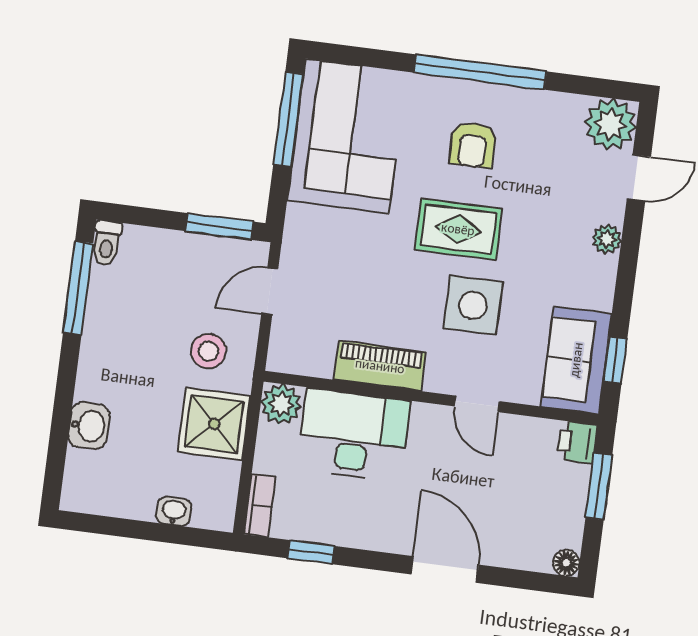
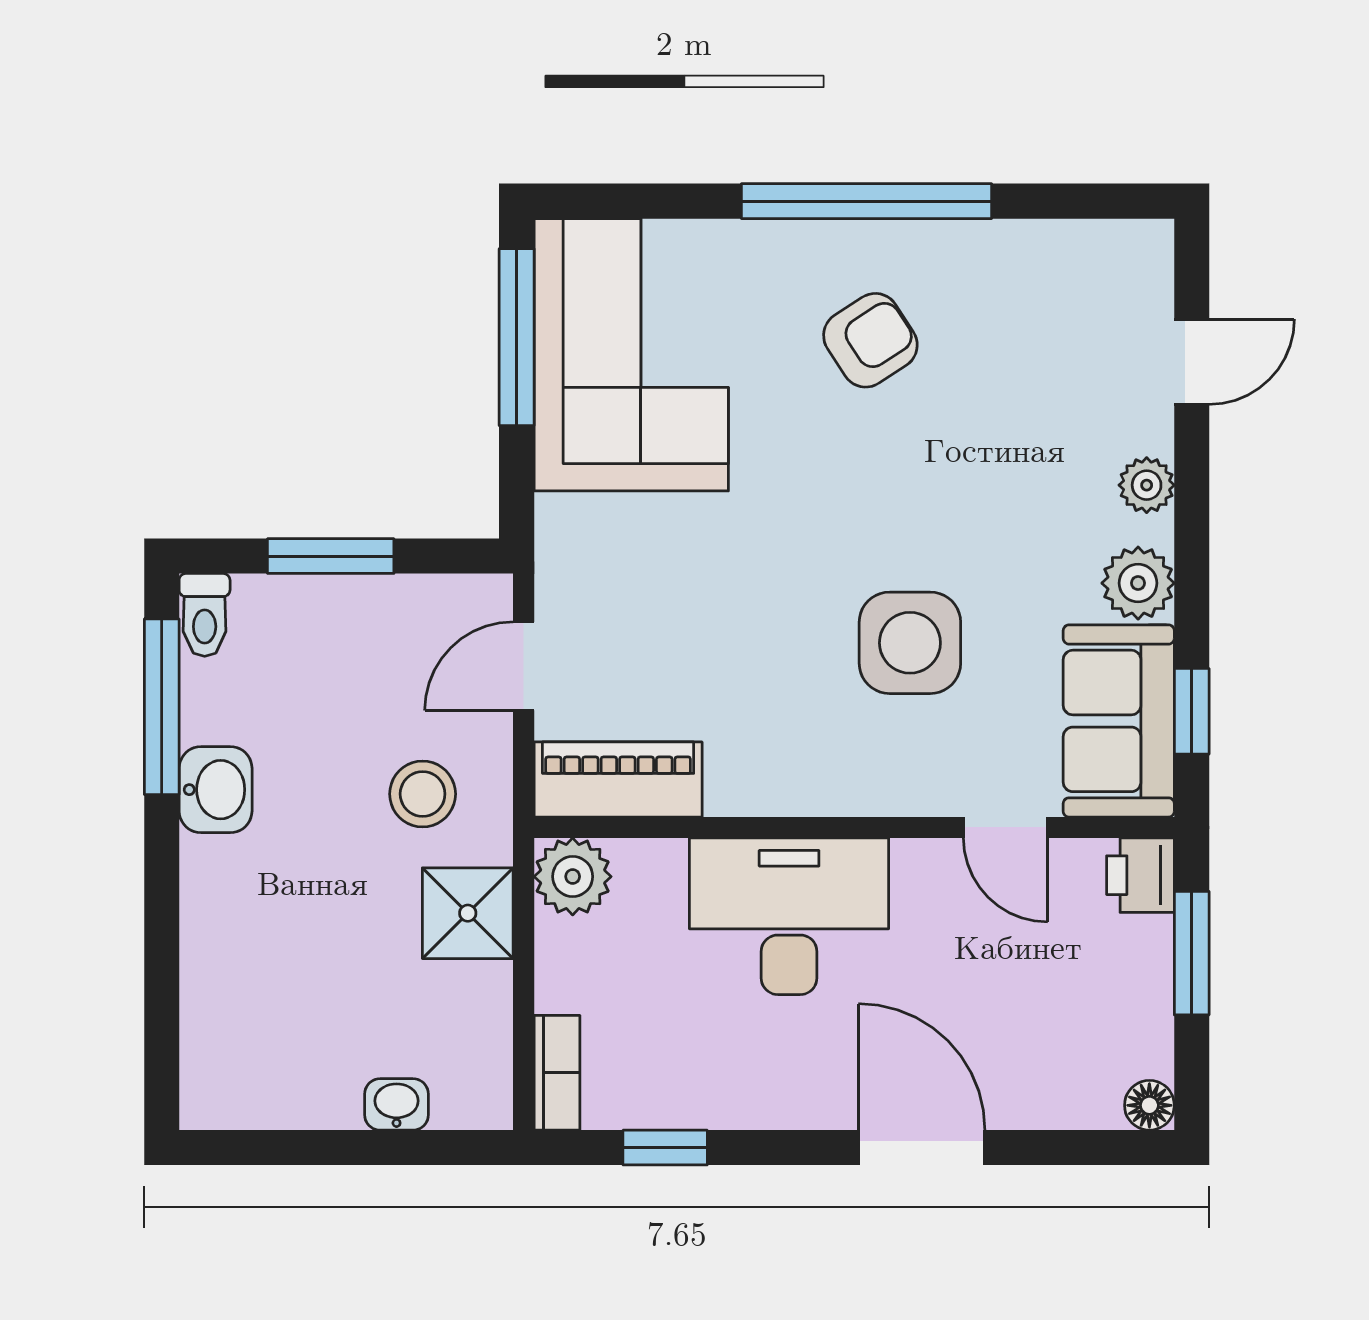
plant: (610, 124) -> (1138, 583), moved, width x0.73, depth x0.73
armchair: (473, 145) -> (870, 340), turned -123
window: (219, 226) -> (331, 556), moved
rug: (458, 229) -> (864, 503), removed
piano: (380, 366) -> (618, 779), moved
door: (477, 404) -> (1005, 827), moved
shower: (214, 424) -> (468, 913), width x0.73, depth x0.73
washbasin: (89, 426) -> (216, 790), moved
desk: (353, 435) -> (789, 916), moved

